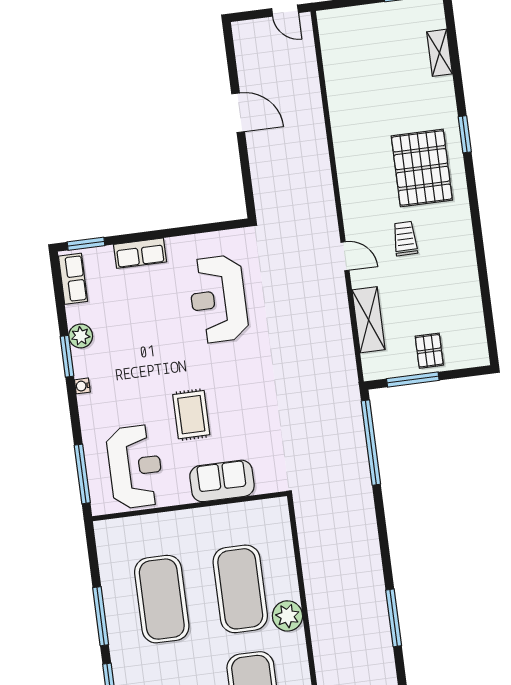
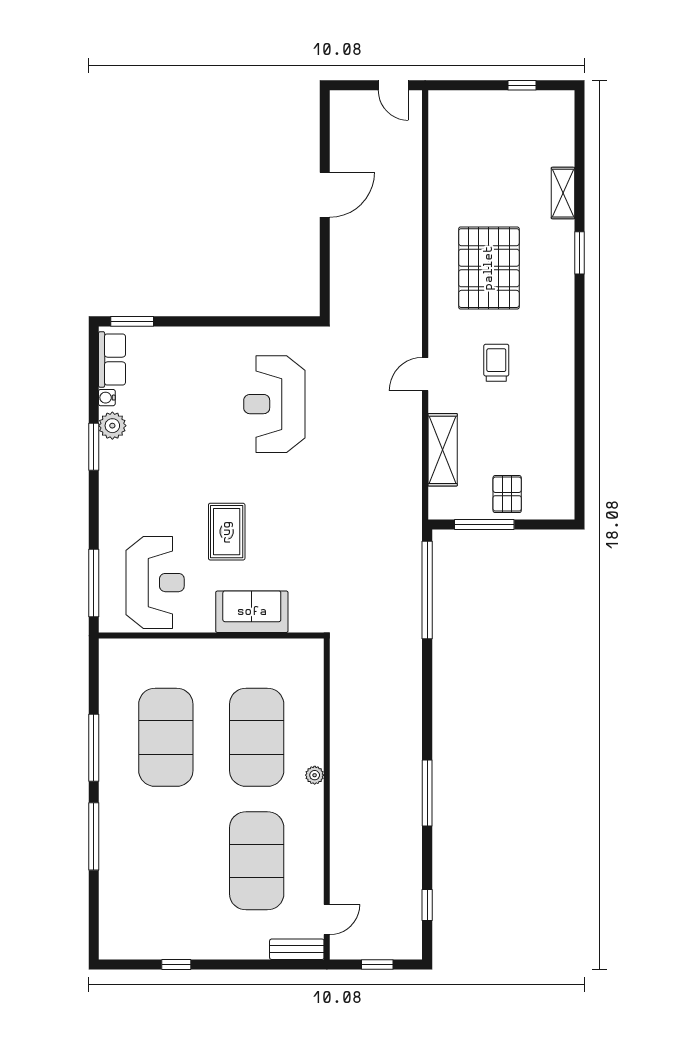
shelving: (440, 53) -> (563, 193), moved
door: (238, 113) -> (325, 195), hinge flipped
pallet: (422, 168) -> (489, 268), moved
row of seats: (140, 253) -> (192, 340), removed
door: (345, 256) -> (425, 374), swing flipped
water cooler: (82, 386) -> (107, 398), moved
plant: (287, 616) -> (315, 775), width x0.53, depth x0.53

